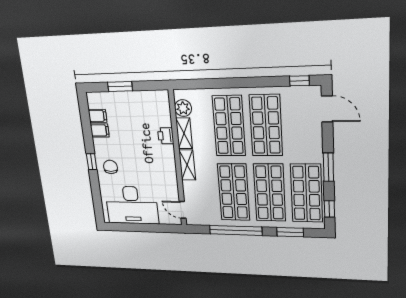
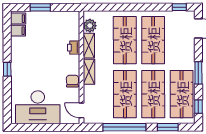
filing cabinet: (100, 130) -> (18, 19), moved
chair: (110, 167) -> (72, 81), moved

